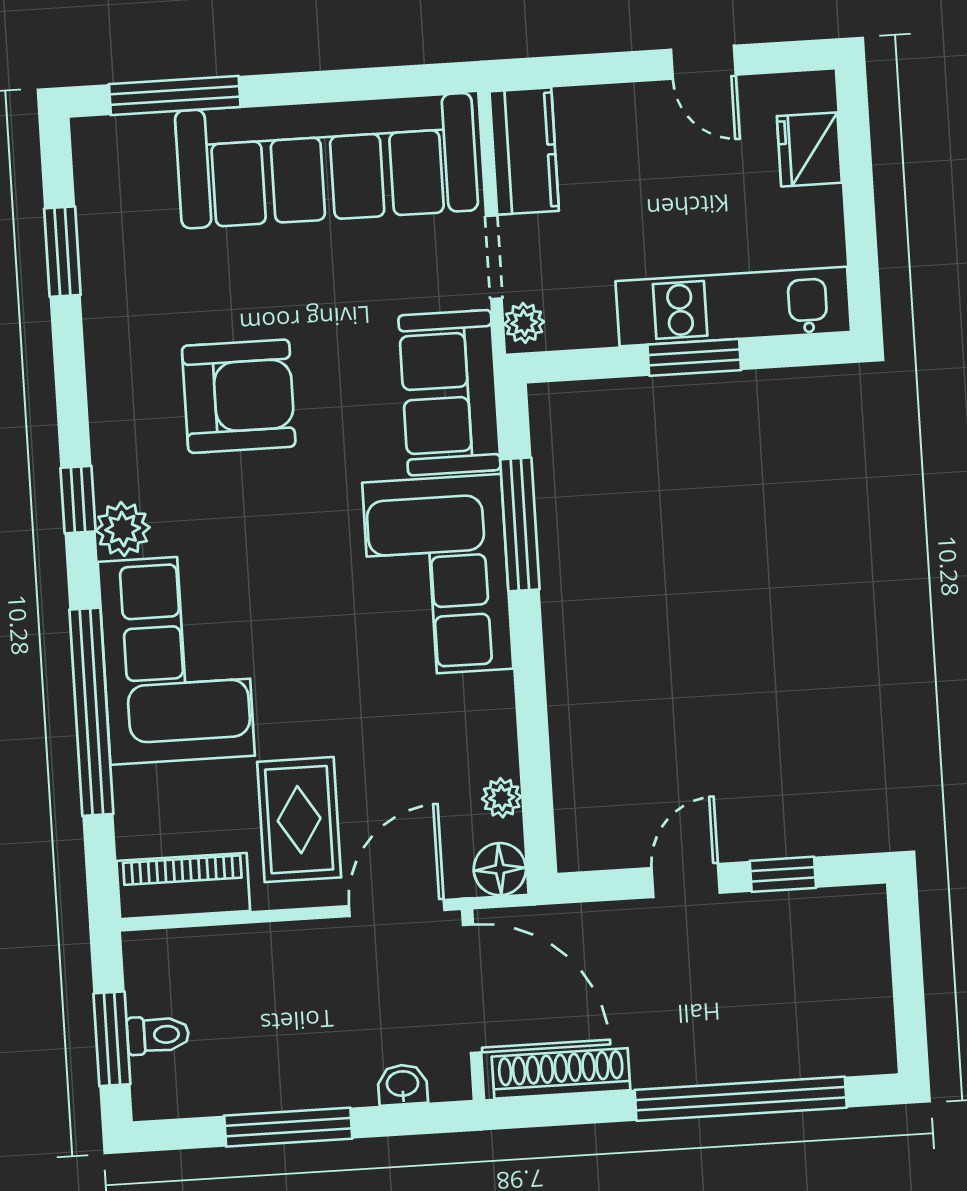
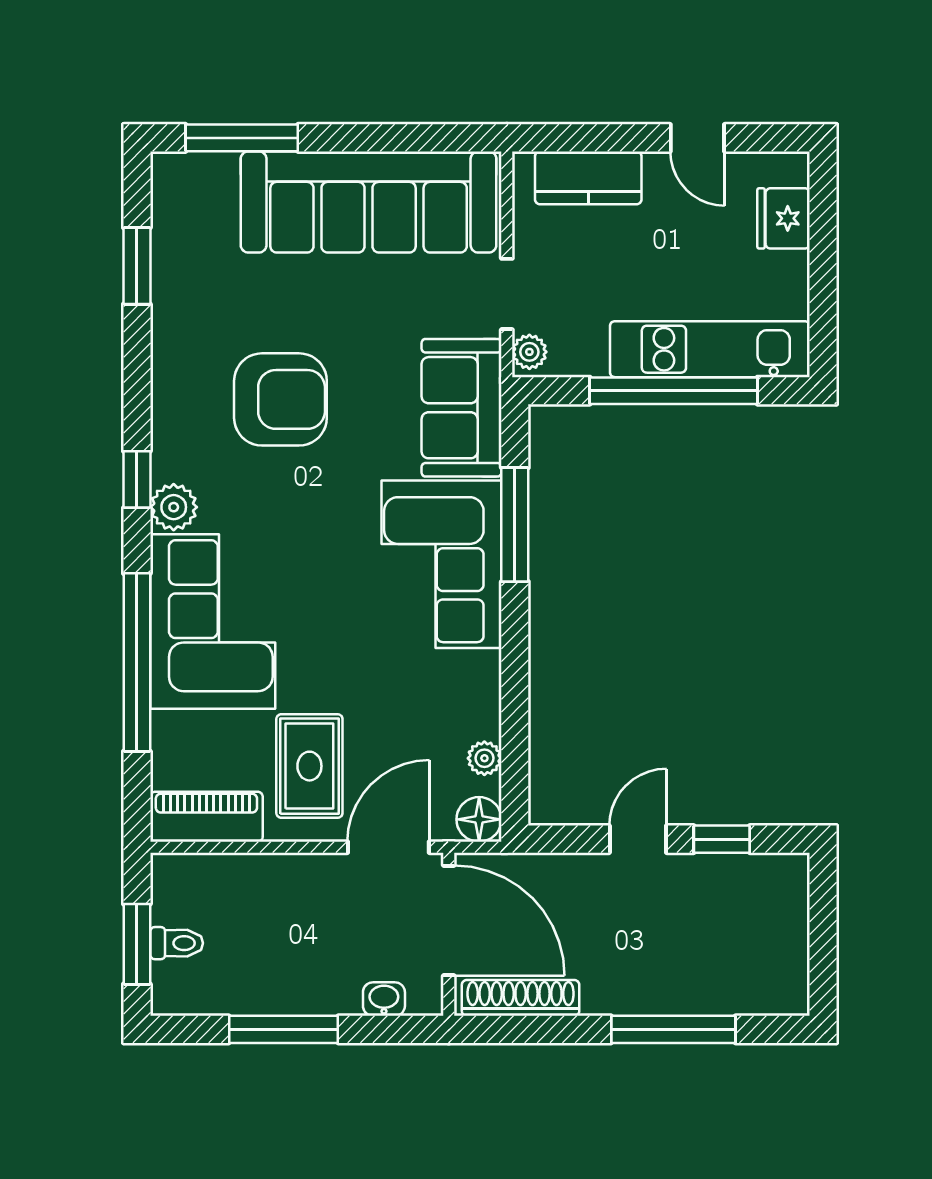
kitchen counter: (524, 151) -> (588, 178), moved, turned 90
window: (694, 357) -> (674, 391), width x2.11
window: (741, 1099) -> (673, 1029), width x0.68

